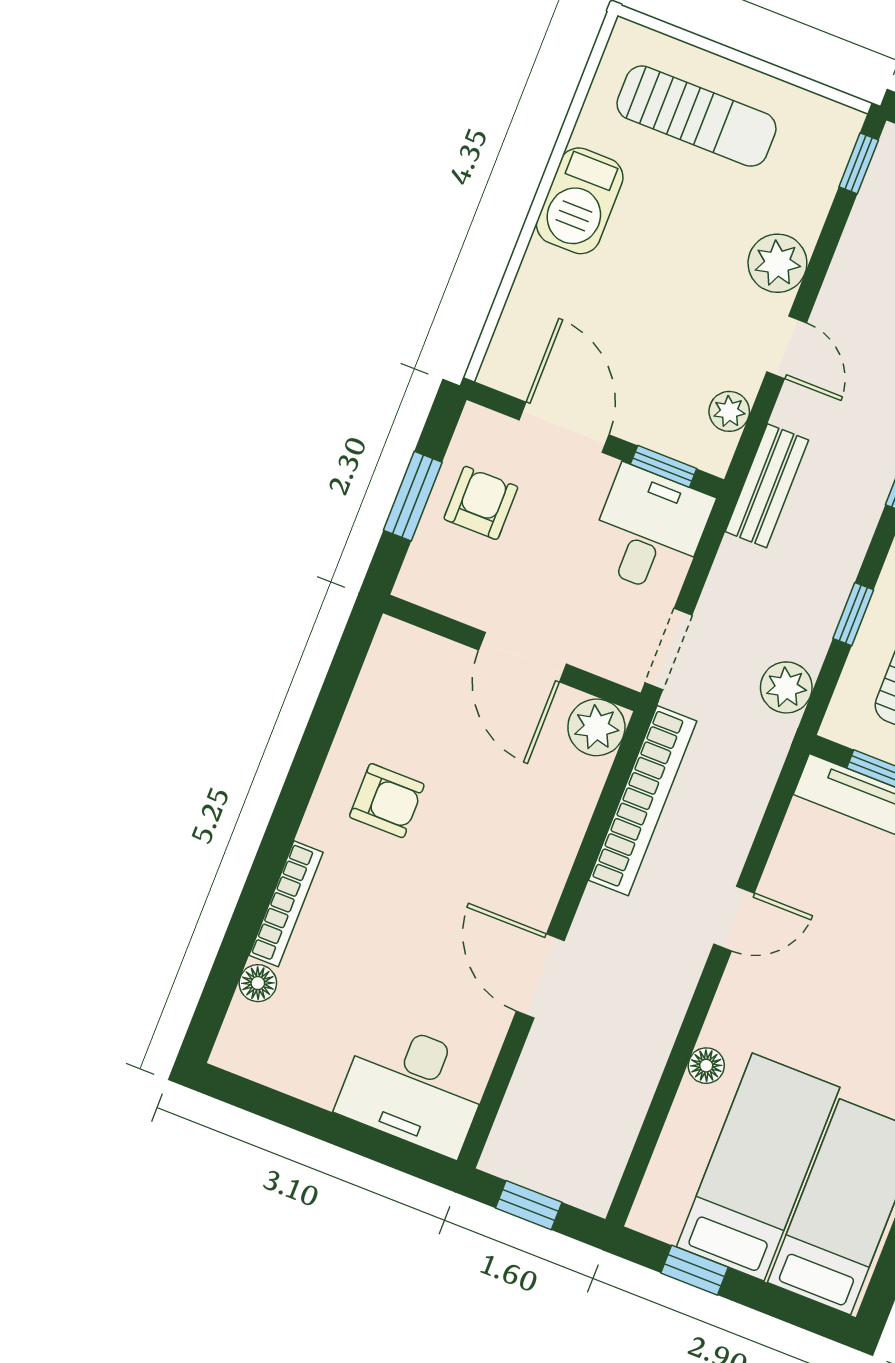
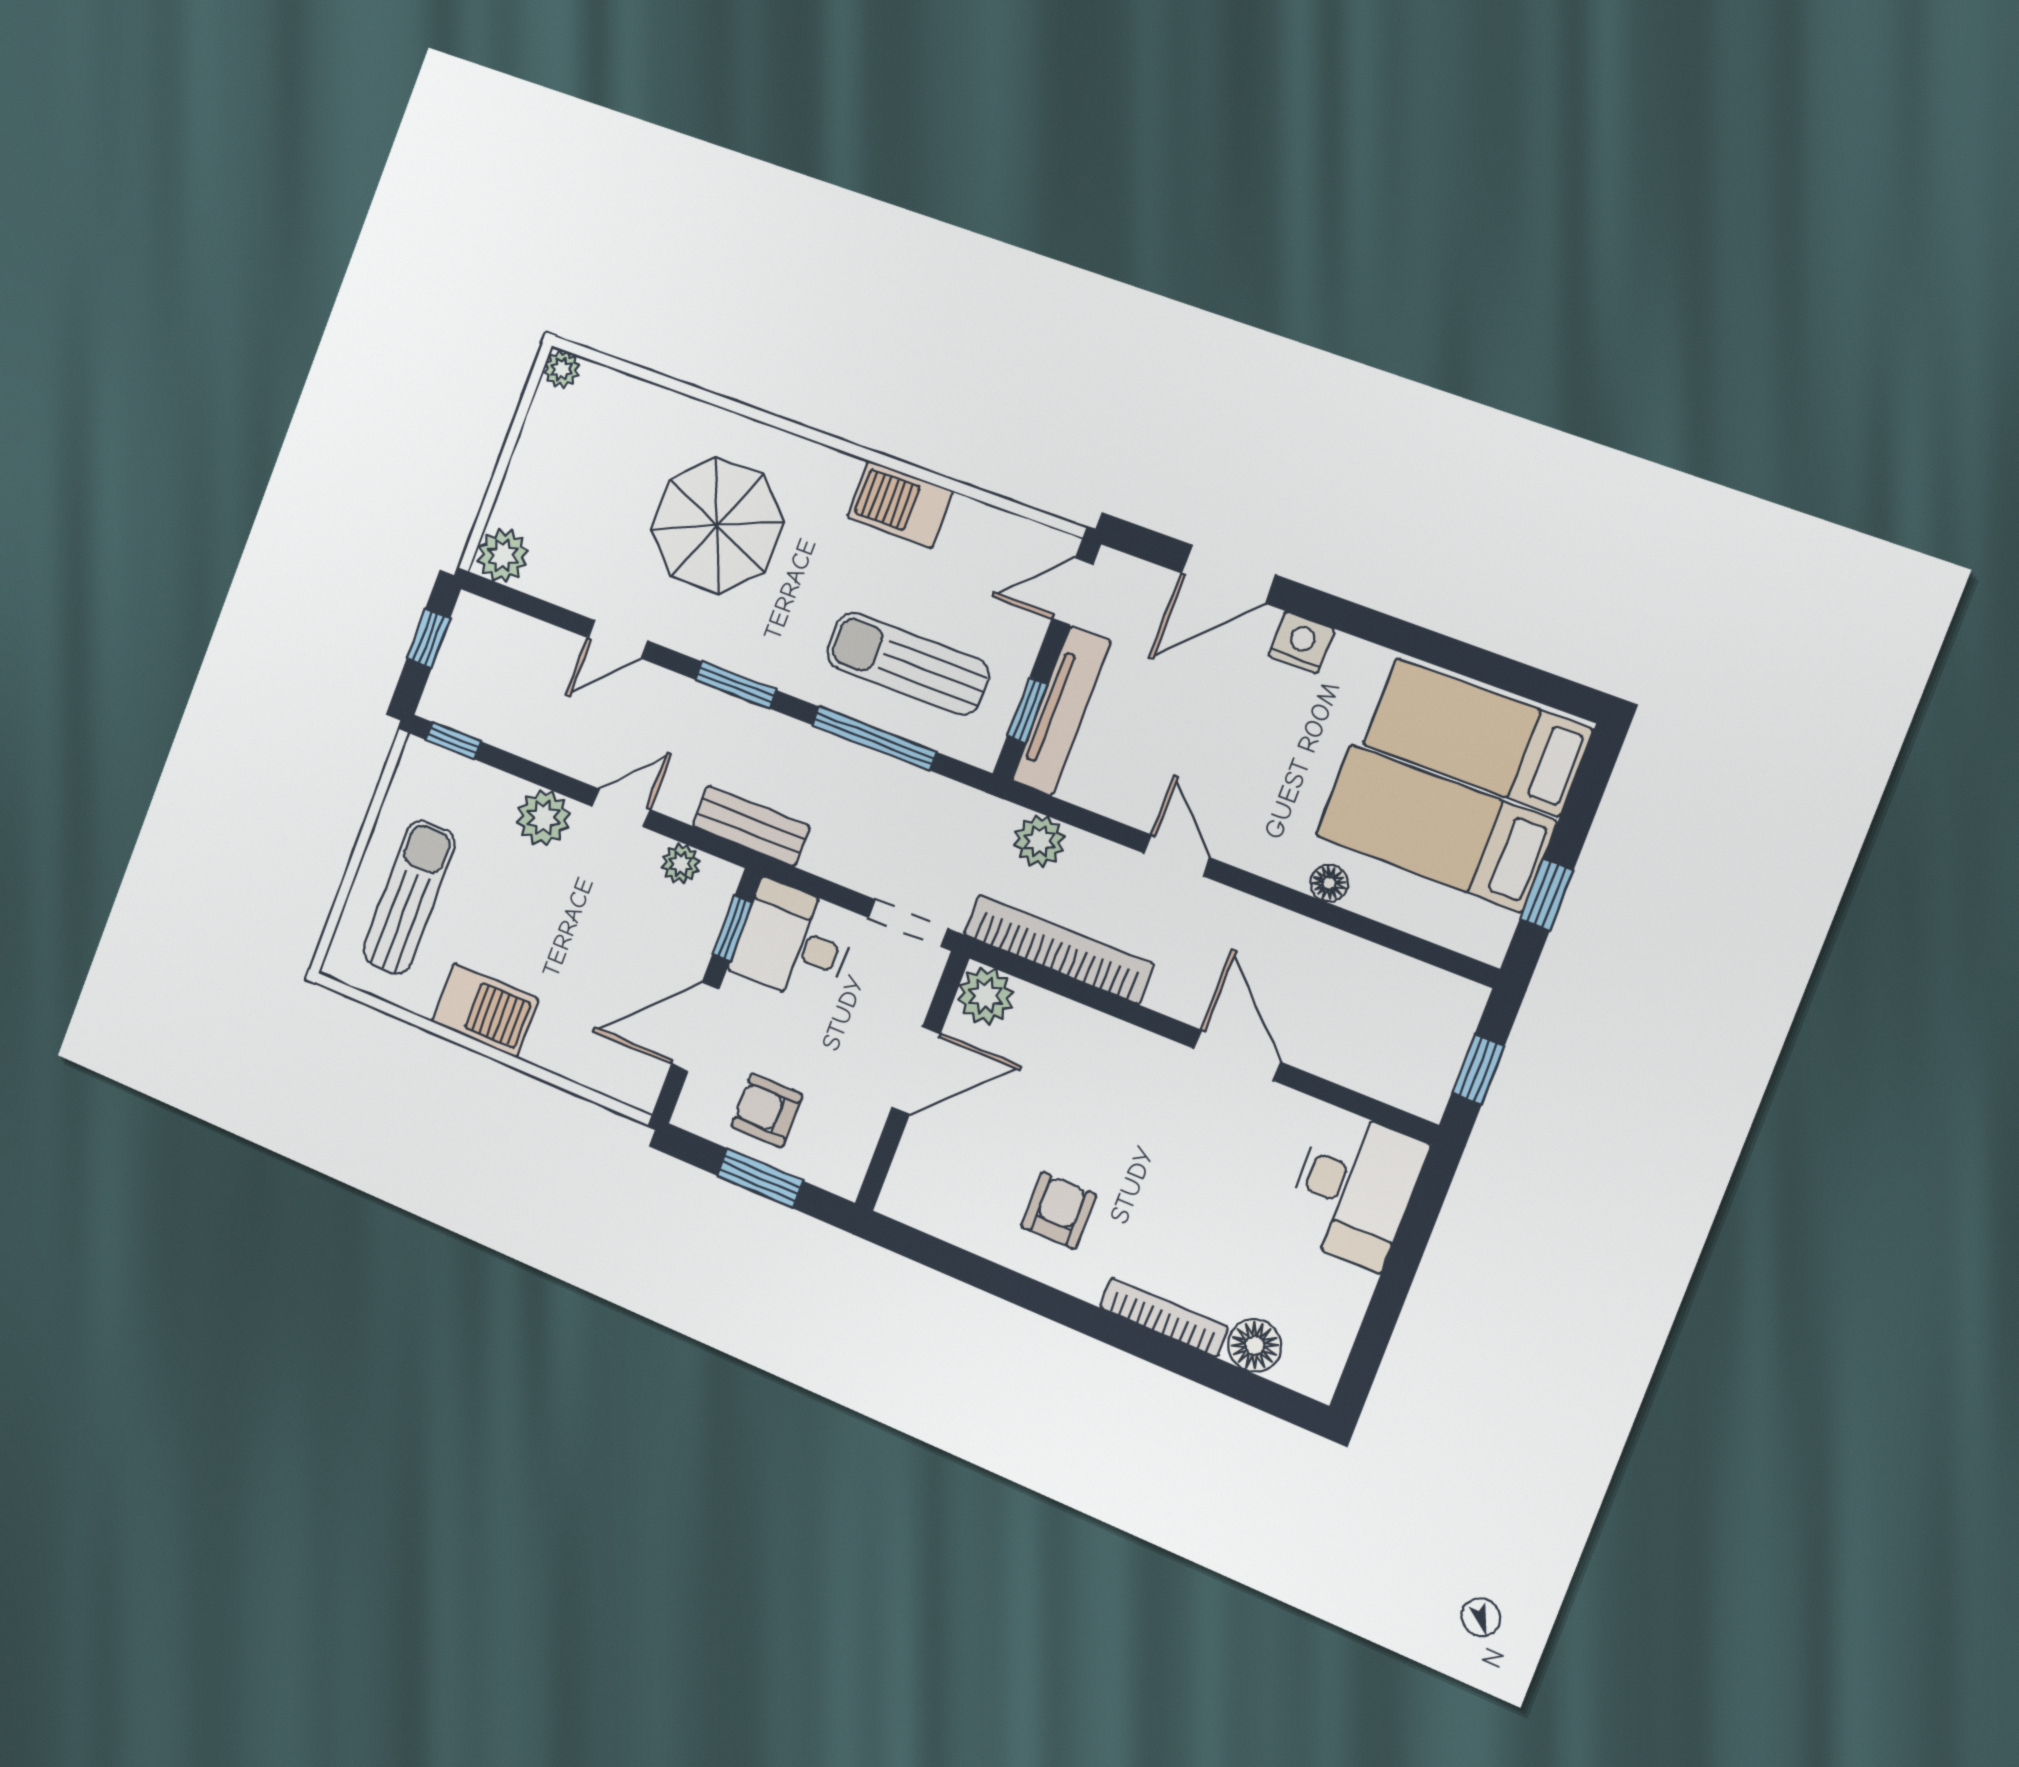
window: (853, 614) -> (874, 738), width x2.17
plant: (786, 687) -> (1039, 841), moved
door: (540, 976) -> (1237, 1055), swing flipped
floor lamp: (258, 983) -> (1255, 1345), width x1.37, depth x1.37

